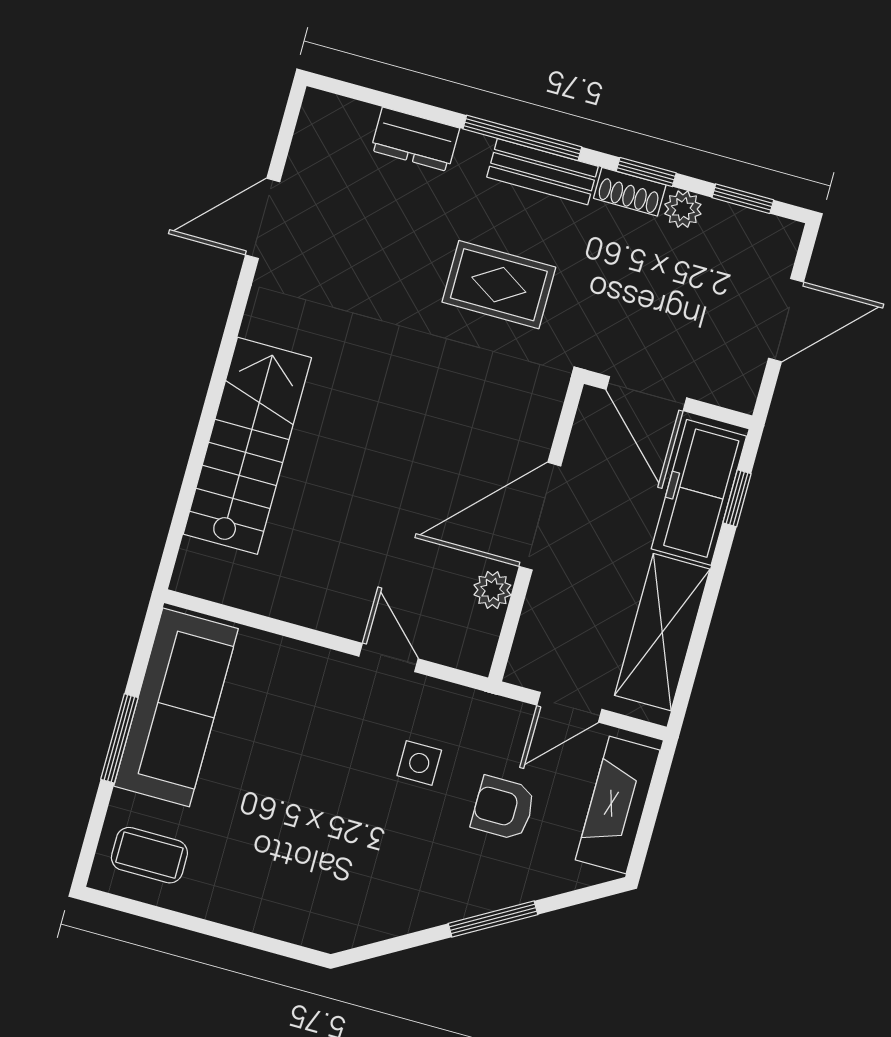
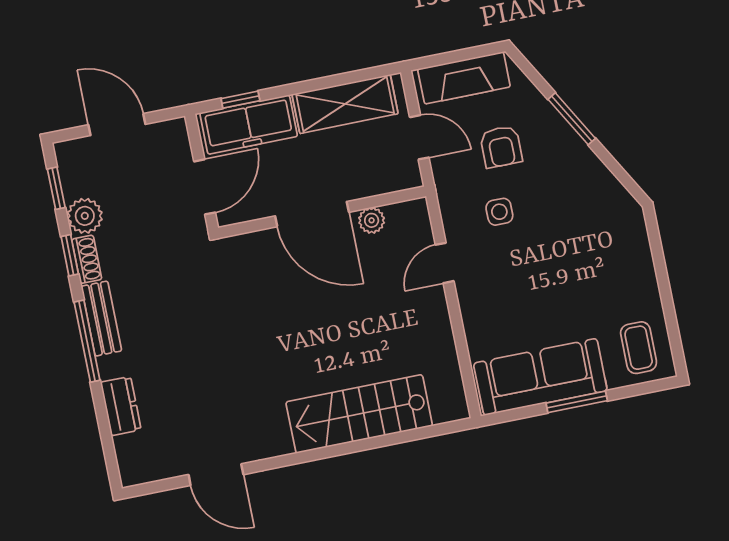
plant: (683, 209) -> (85, 216), width x1.38, depth x1.38
rug: (499, 285) -> (184, 310), removed

